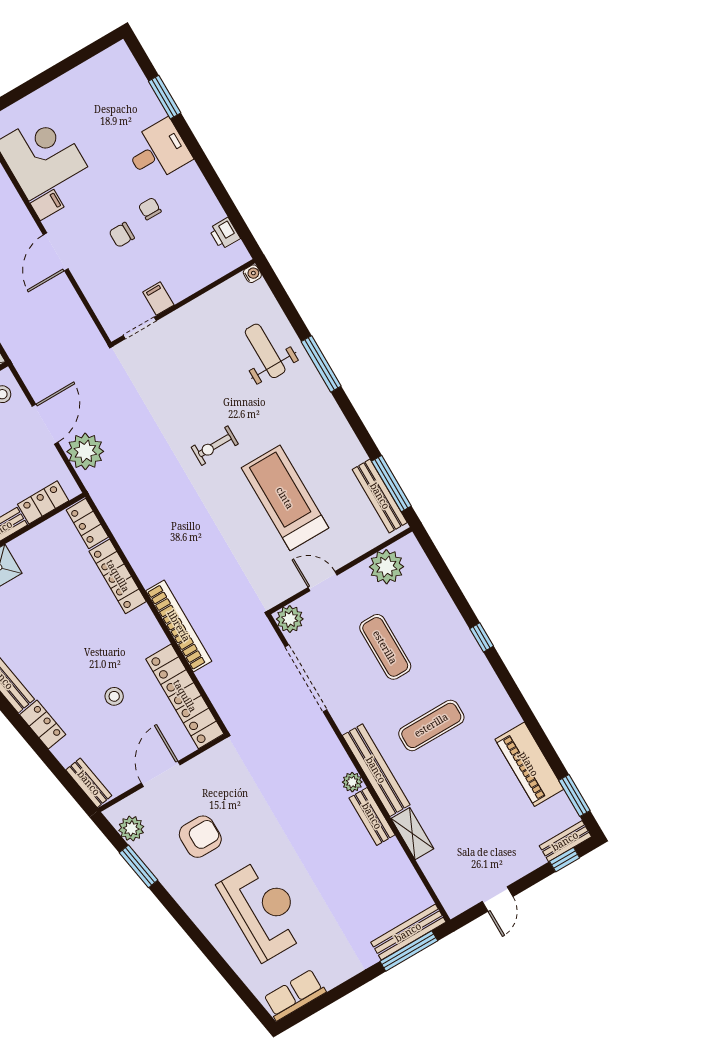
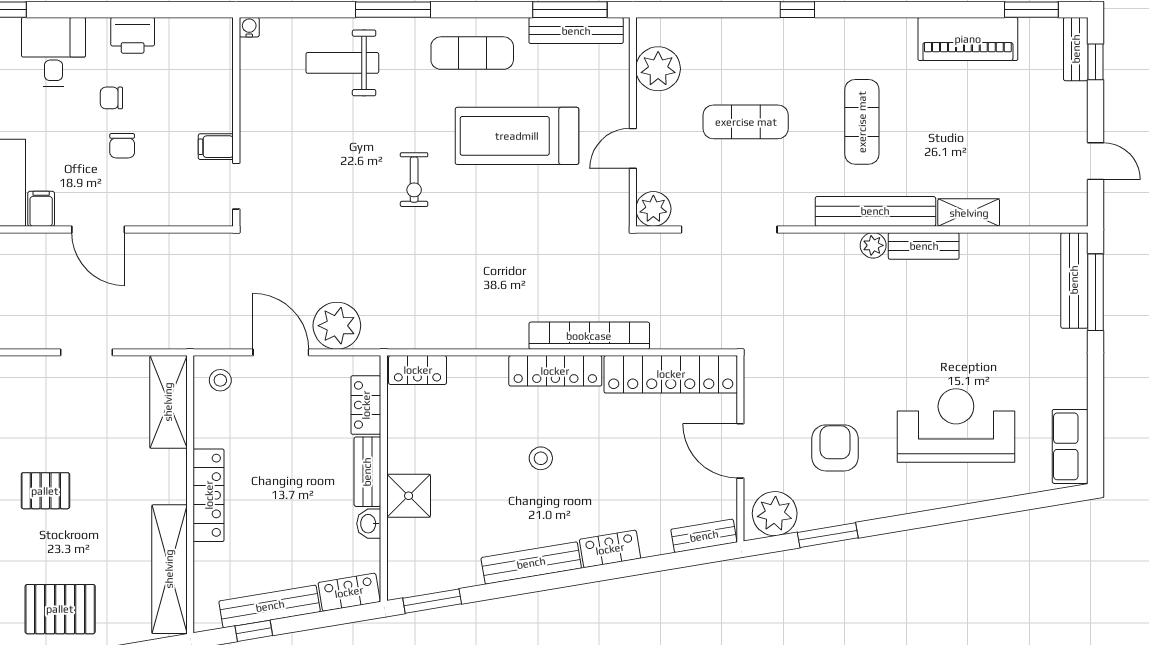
printer: (225, 233) -> (133, 35), moved, width x1.36, depth x1.24
exercise mat: (323, 435) -> (472, 53), added
locker: (118, 576) -> (555, 371), moved
stool: (114, 696) -> (541, 458), moved
plant: (131, 828) -> (775, 514), width x1.36, depth x1.36

